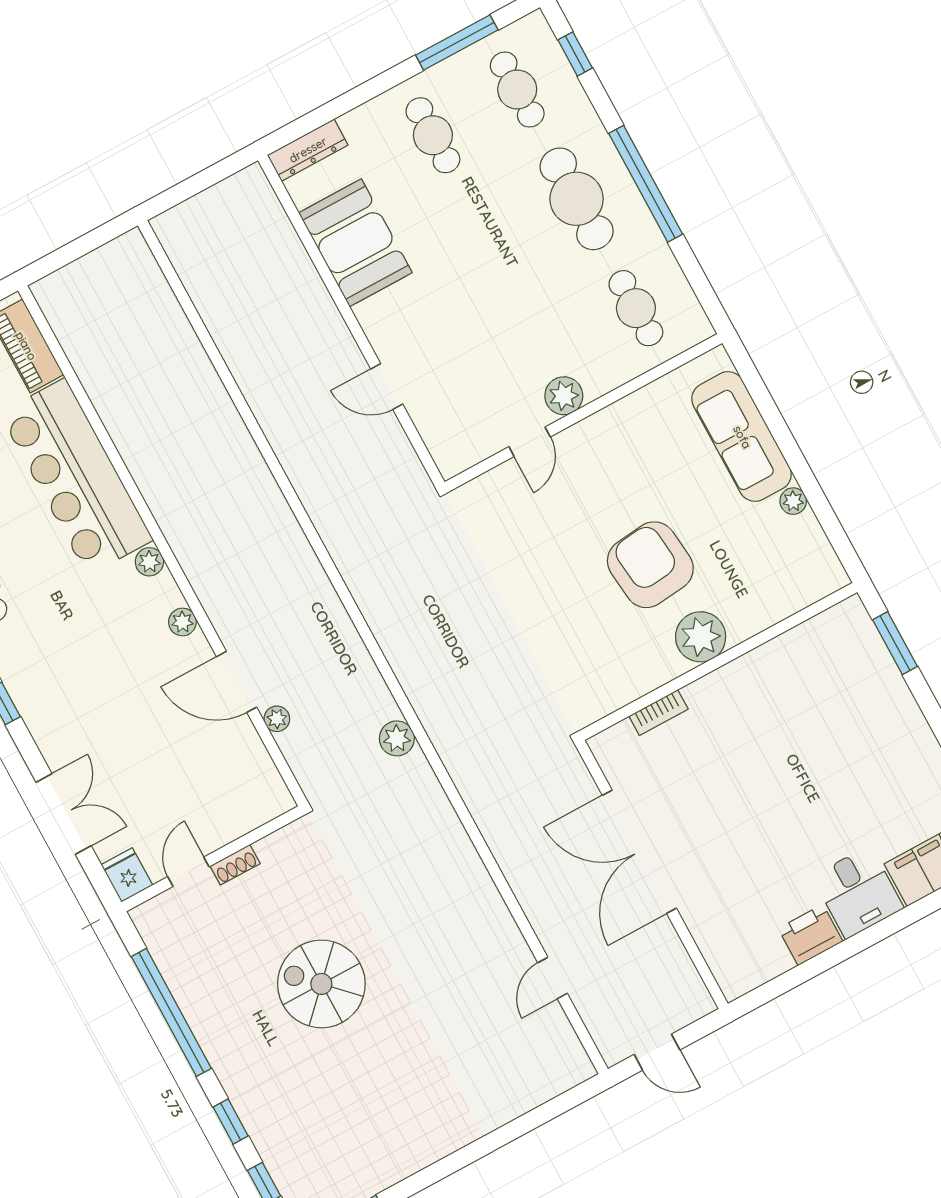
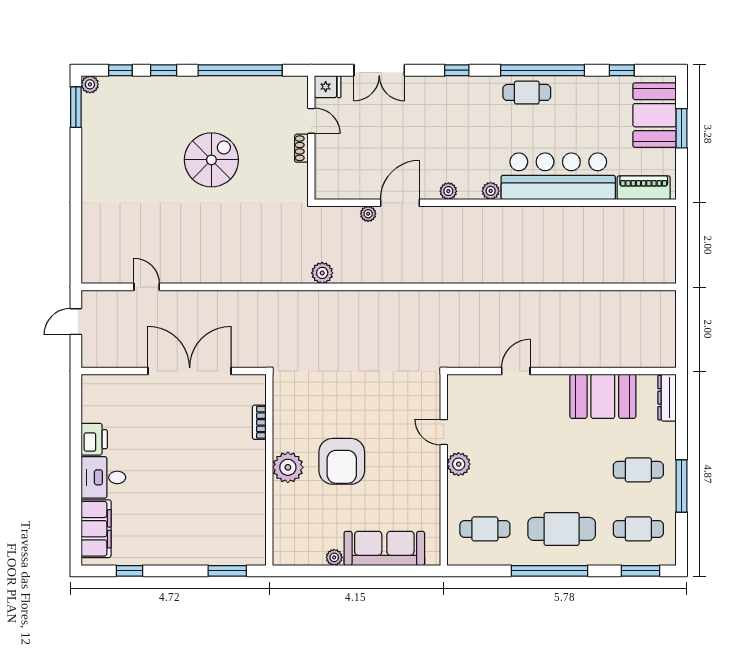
window: (457, 42) -> (681, 486), moved
window: (575, 54) -> (640, 571), width x1.50
armchair: (650, 565) -> (342, 461), turned 96

